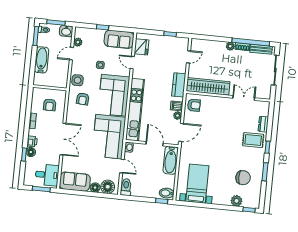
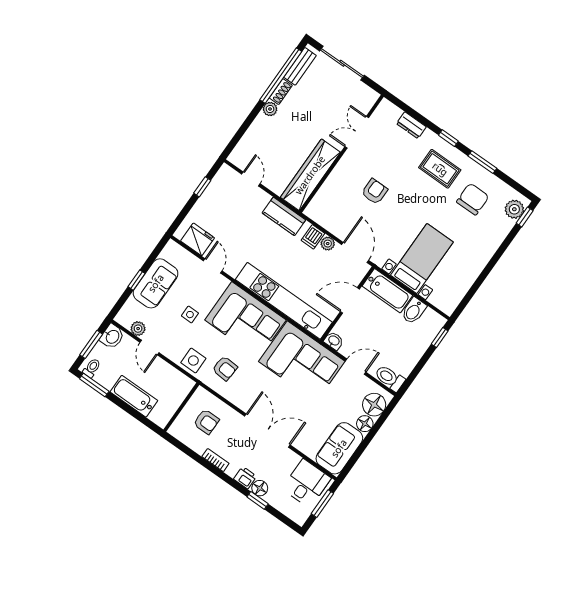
sofa: (119, 39) -> (156, 283), moved
door: (132, 62) -> (213, 266), swing flipped
armchair: (194, 105) -> (374, 191), moved
rug: (253, 140) -> (440, 169), moved, turned 90
bed with nightstands: (197, 184) -> (422, 259), moved, turned 90
bidet: (167, 193) -> (414, 311), moved
plant: (236, 201) -> (514, 209), moved

